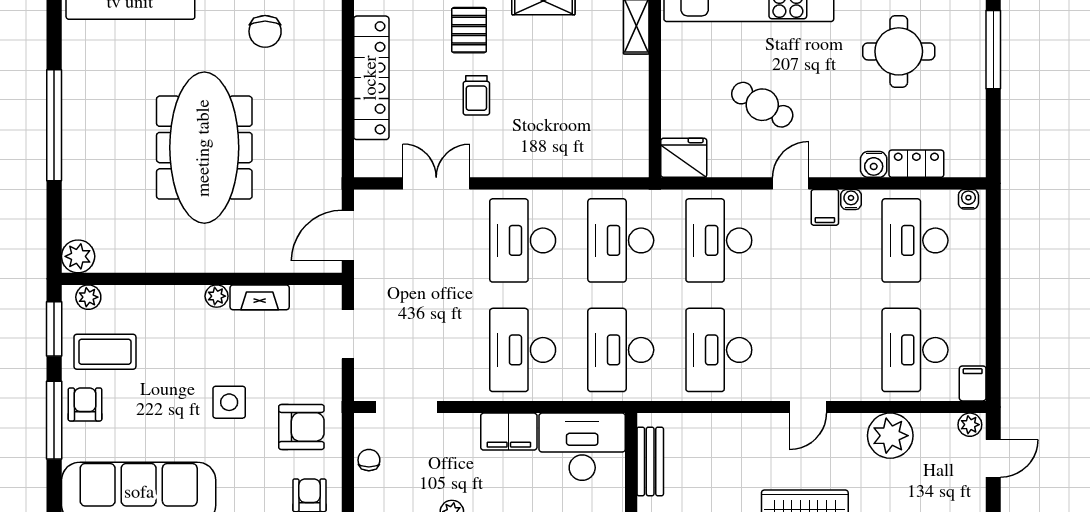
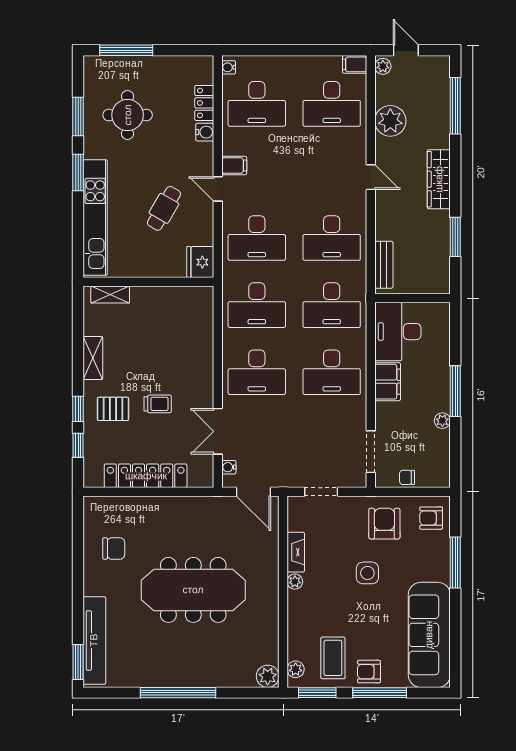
water cooler: (851, 200) -> (229, 467), moved
bench: (650, 461) -> (384, 265), moved, turned 90

